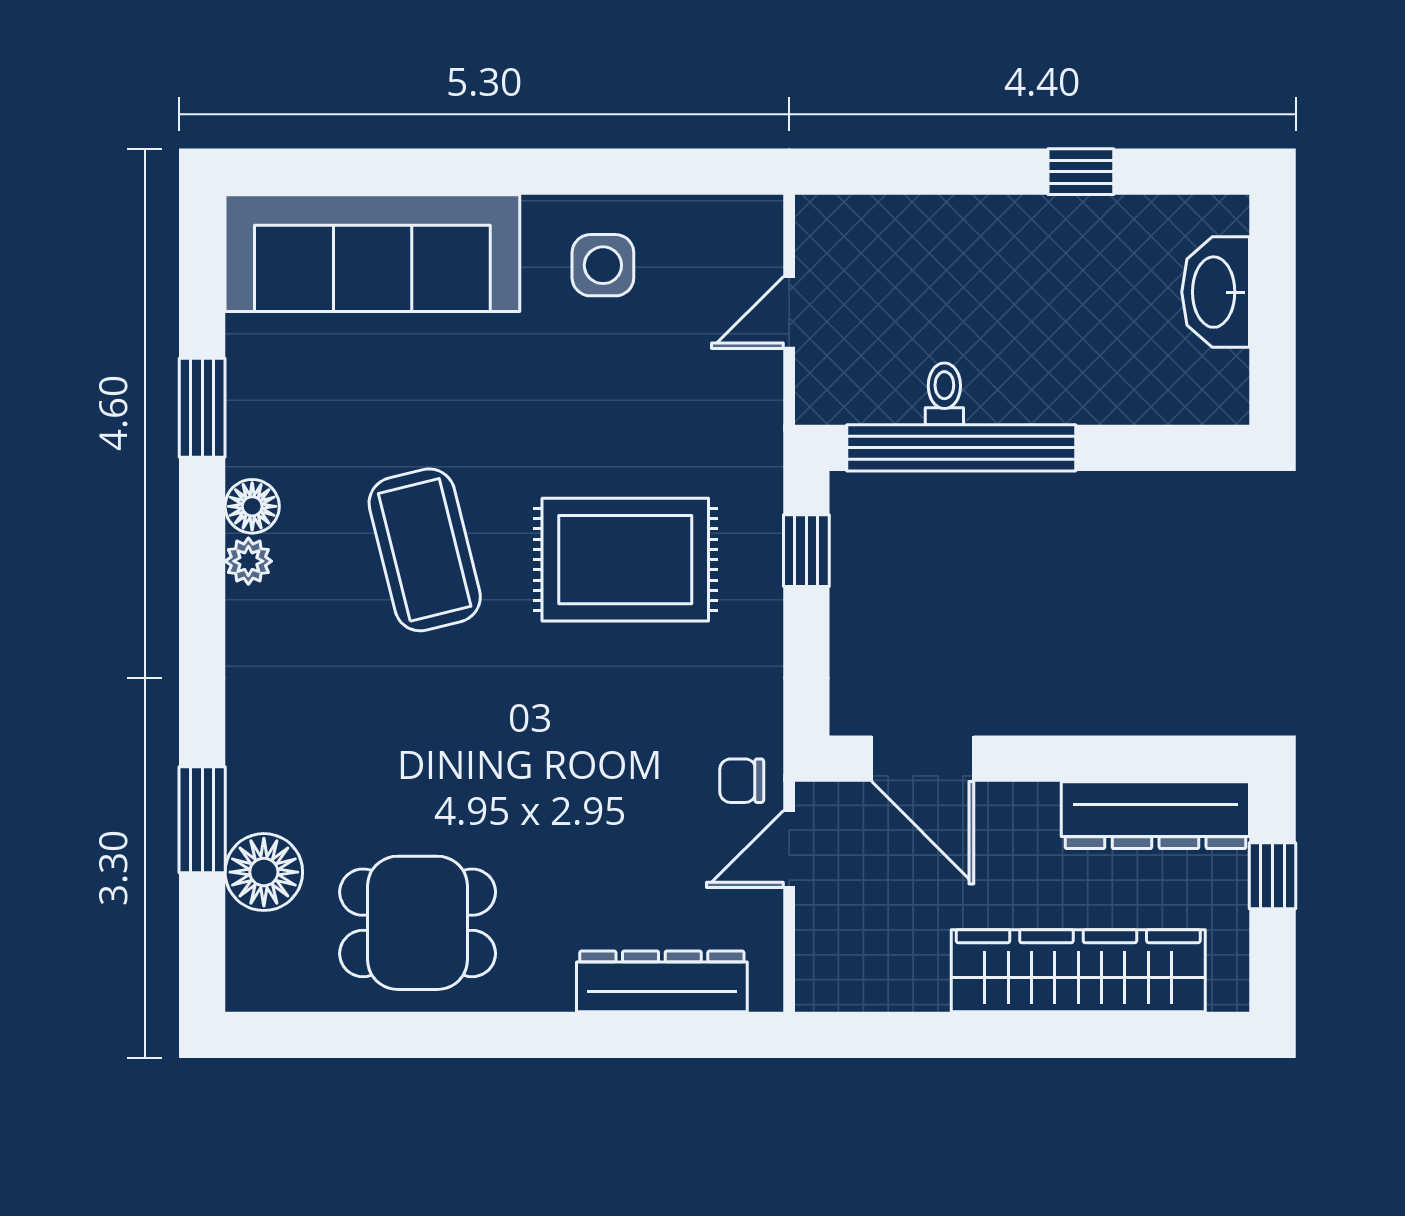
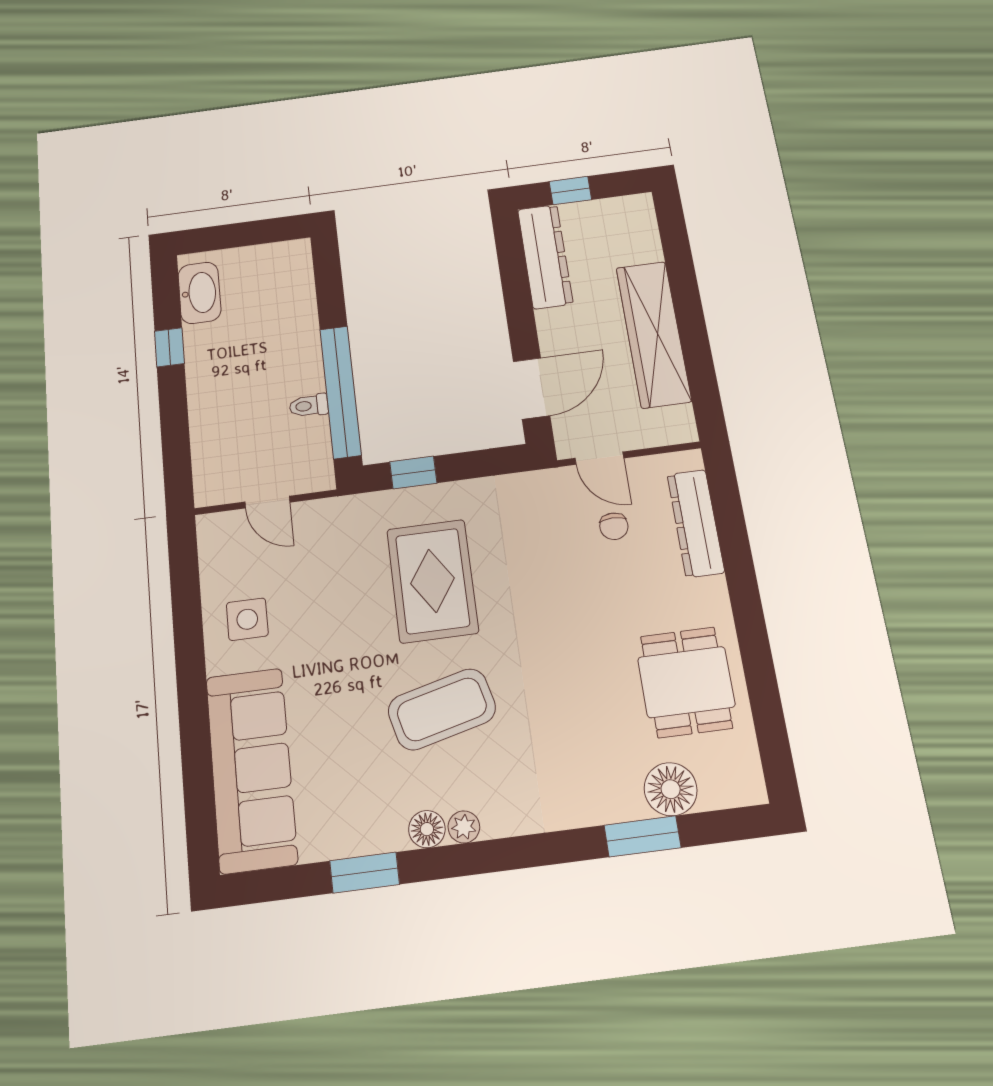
washbasin: (1216, 292) -> (199, 293), moved, turned -90
chair: (742, 781) -> (614, 526), moved
wardrobe: (1078, 971) -> (654, 334), moved

